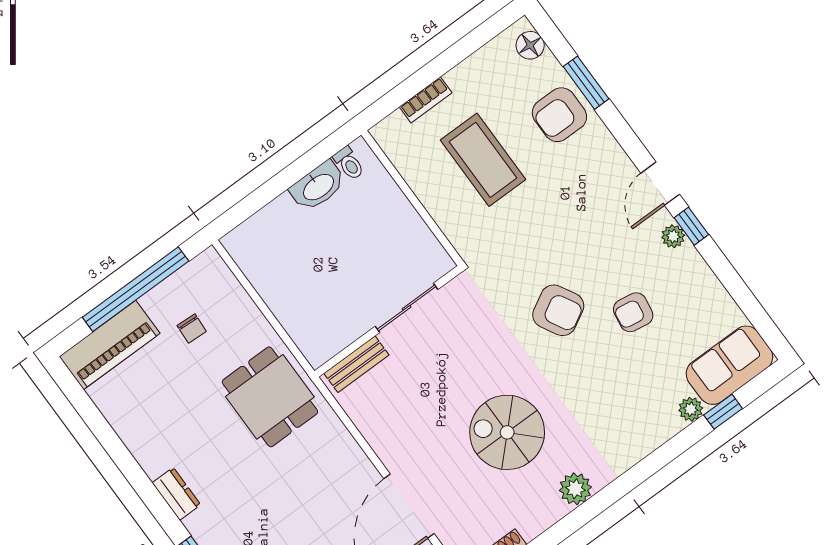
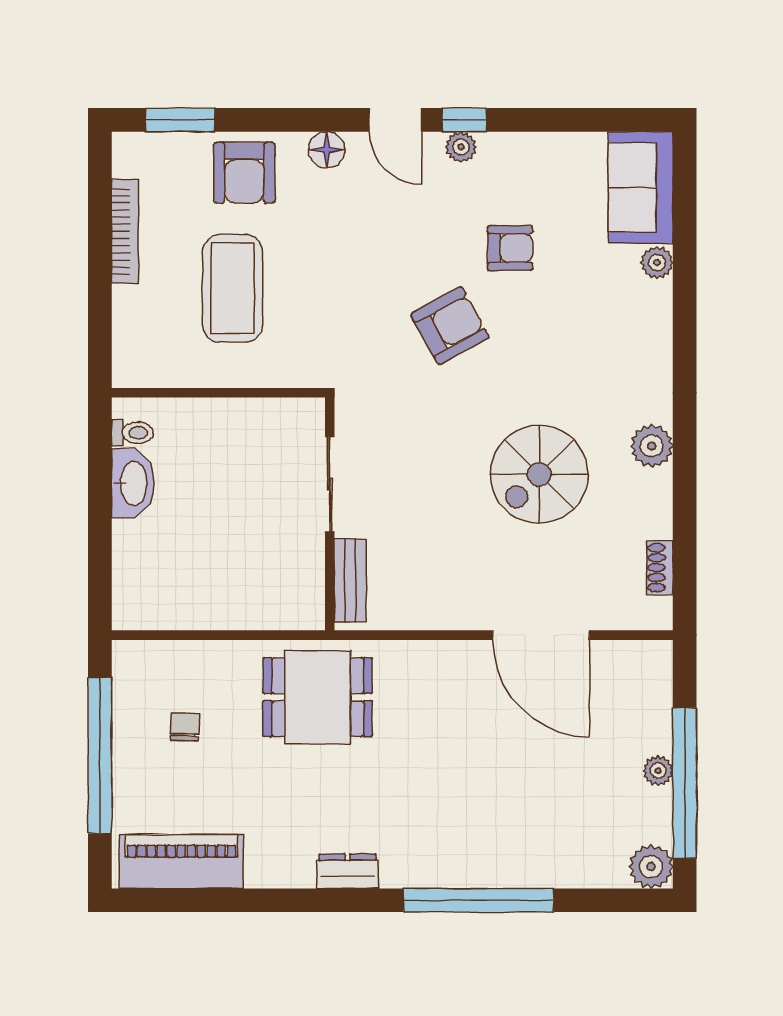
floor lamp: (530, 45) -> (327, 150), moved
window: (586, 83) -> (180, 120), moved
bookcase: (426, 100) -> (125, 231), moved, width x1.56
coffee table: (483, 160) -> (233, 288), turned 90
armchair: (633, 312) -> (510, 248), turned -99
chair: (192, 328) -> (185, 727), turned -91
piano: (110, 345) -> (181, 861), moved, turned -90
window: (723, 412) -> (685, 230), removed

